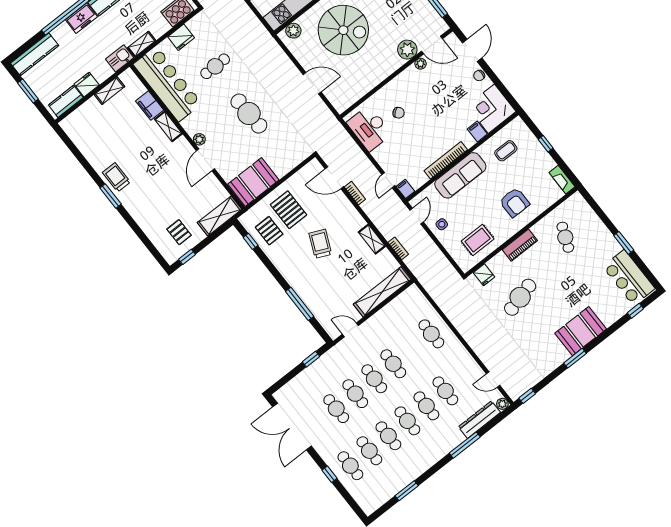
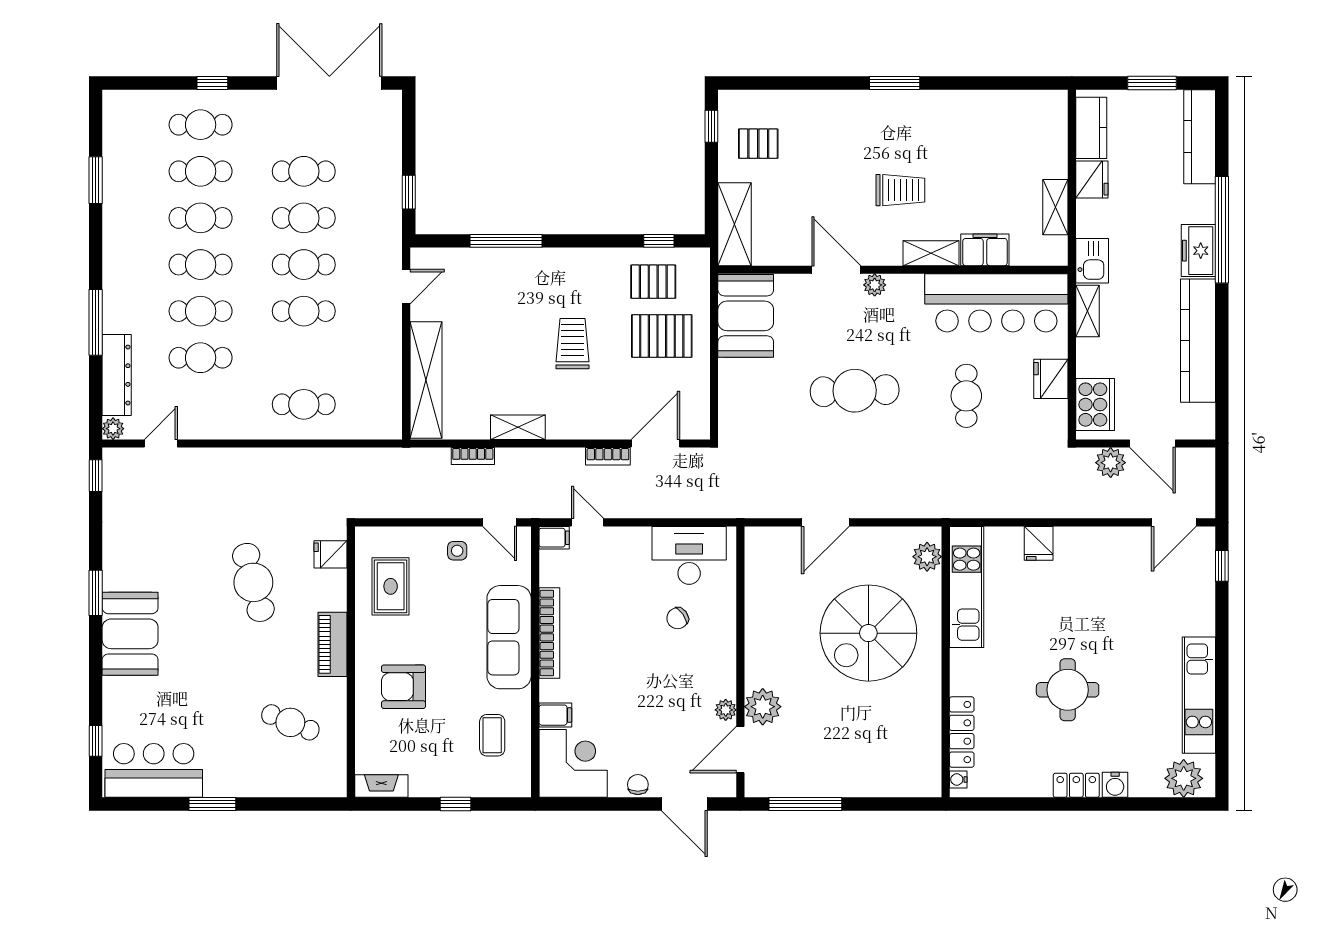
trolley: (116, 177) -> (900, 190), moved
trolley: (320, 244) -> (572, 344), turned -114

